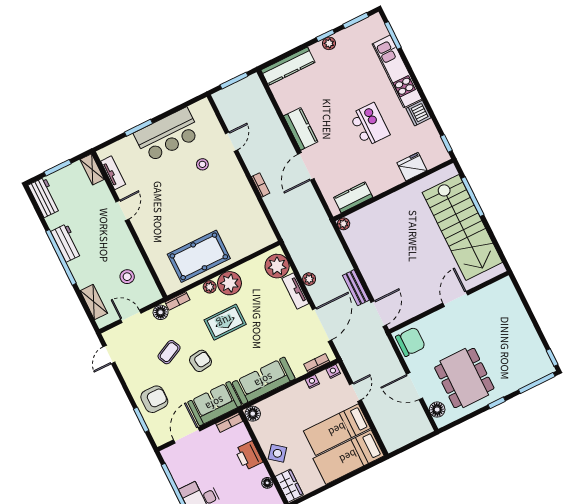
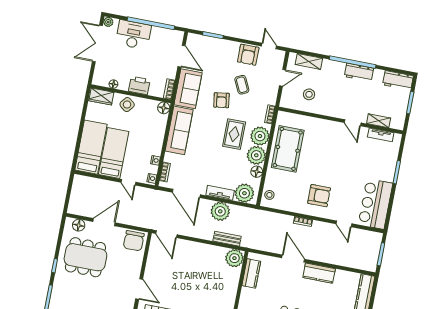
bar counter: (167, 135) -> (375, 204), moved
stool: (202, 164) -> (269, 195), moved
shelving: (92, 169) -> (379, 121), moved
armchair: (222, 189) -> (319, 196), added
plant: (344, 224) -> (234, 258), width x1.88, depth x1.88
plant: (309, 279) -> (220, 211), width x1.88, depth x1.88
plant: (210, 287) -> (260, 136), width x1.87, depth x1.87
bench: (356, 288) -> (227, 239), moved
floor lamp: (161, 312) -> (257, 172), moved
armchair: (154, 399) -> (248, 55), moved

